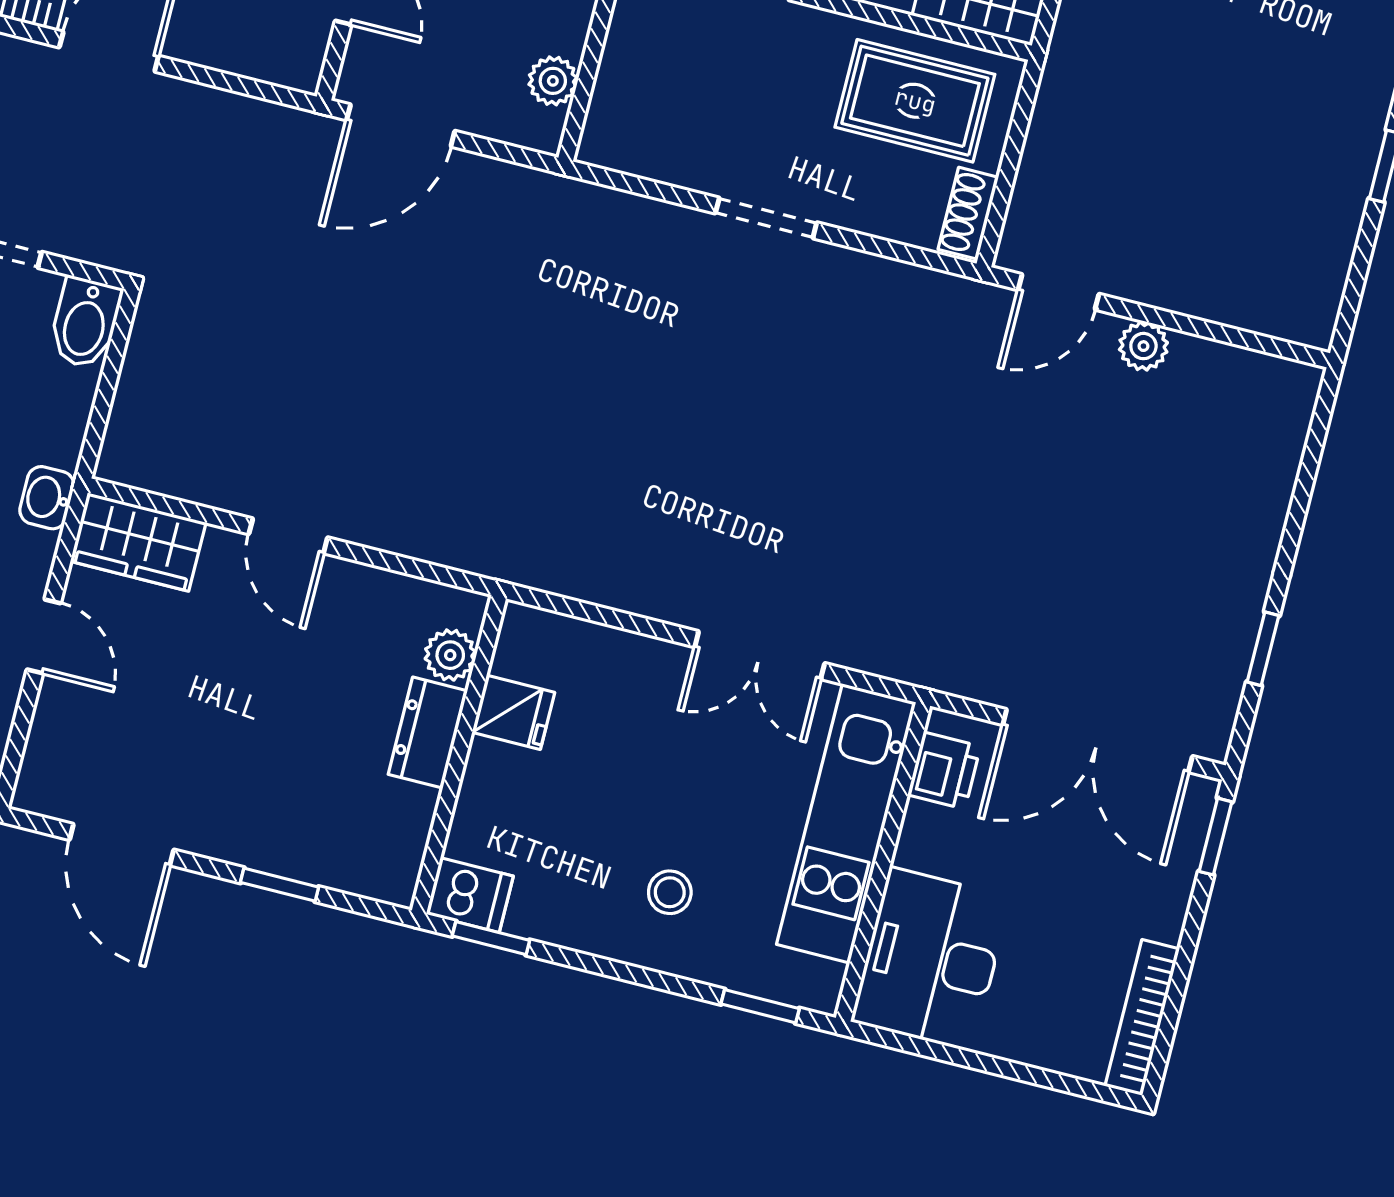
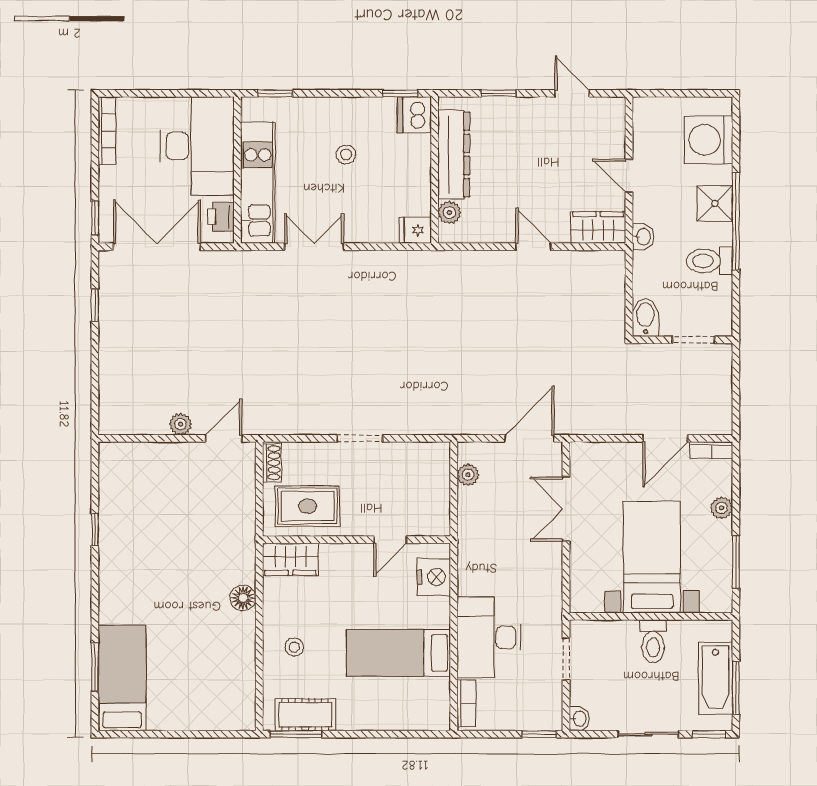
fridge: (513, 712) -> (415, 230), moved
dresser: (428, 733) -> (454, 154), width x1.96, depth x1.24
door: (122, 845) -> (572, 93), width x0.73
stool: (670, 892) -> (346, 155), moved
dishwasher: (470, 895) -> (414, 115), width x1.38
desk: (931, 959) -> (197, 146), width x1.36, depth x1.30

